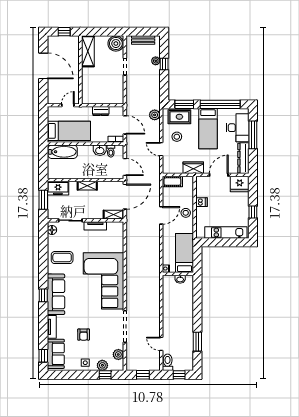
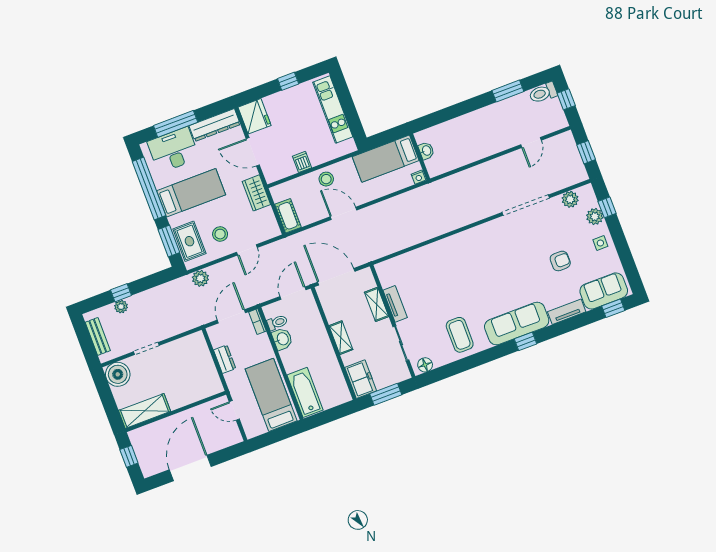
shelving: (114, 215) -> (377, 304), moved
corner sofa: (104, 281) -> (471, 261), removed
toilet: (168, 362) -> (543, 93), moved

